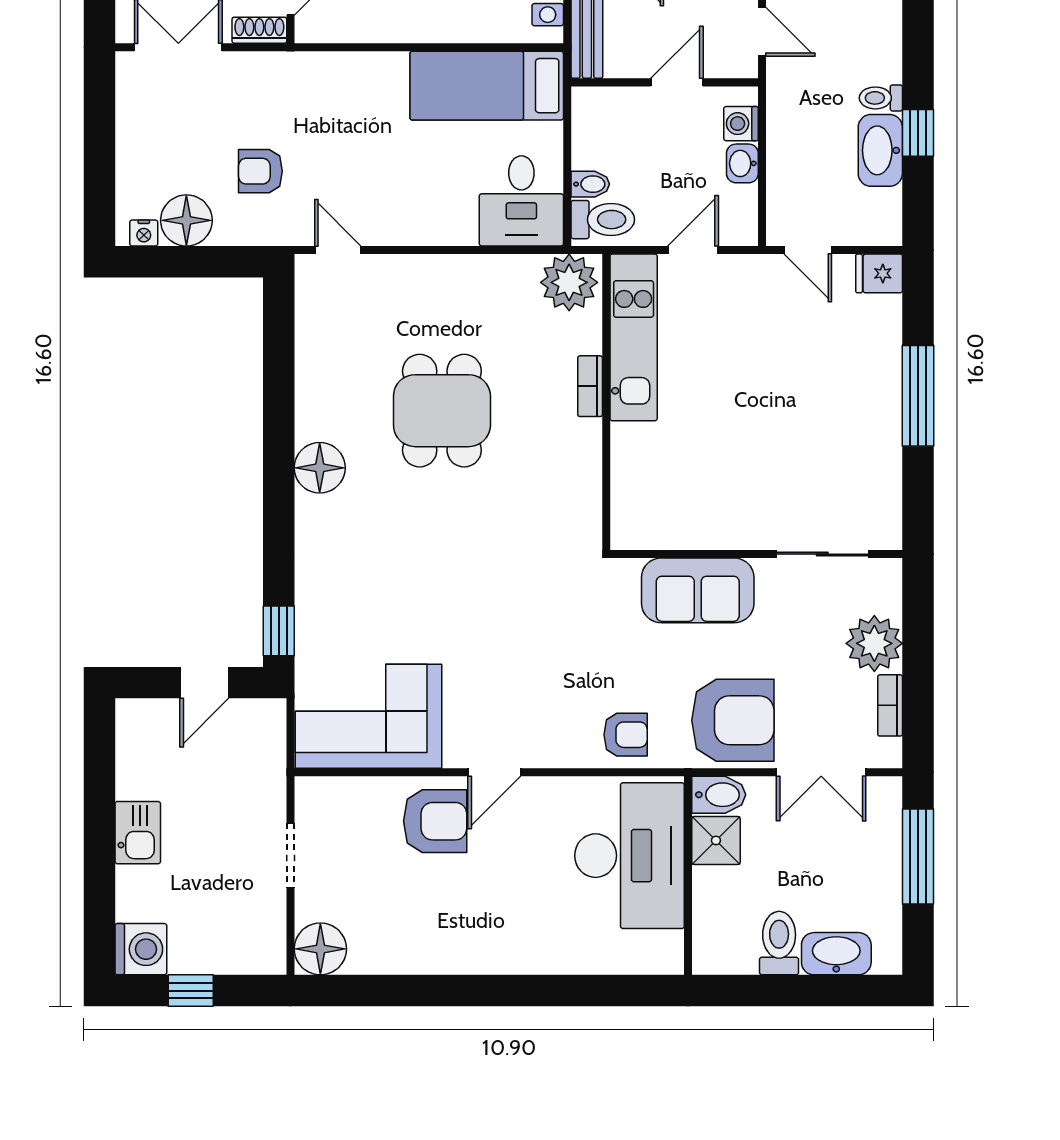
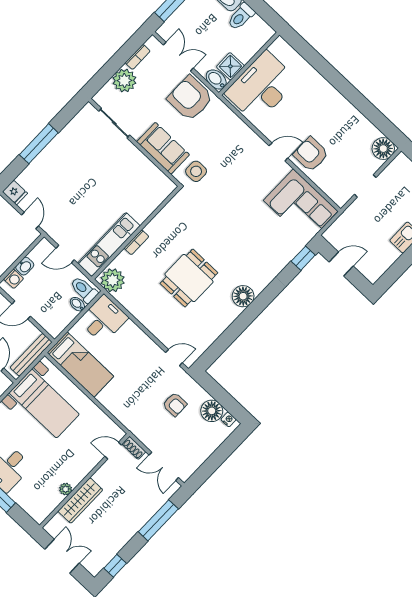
door: (338, 250) -> (174, 358), swing flipped
side table: (604, 605) -> (196, 171), added
armchair: (626, 735) -> (227, 125), removed

